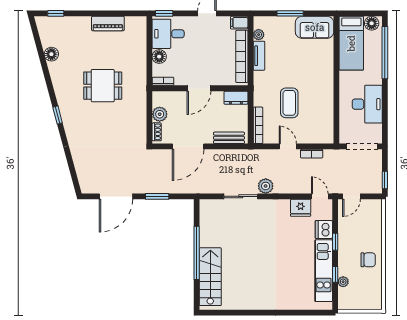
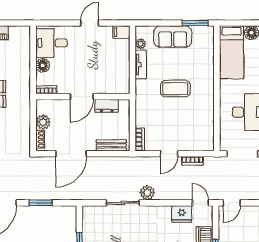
window: (164, 13) -> (48, 23), removed
window: (290, 13) -> (195, 23), moved
sofa: (315, 27) -> (173, 37), moved
bookcase: (242, 56) -> (124, 65), removed
dresser: (236, 98) -> (107, 106), moved
coffee table: (289, 103) -> (175, 89), moved, turned 90
bookcase: (258, 125) -> (140, 139), width x0.64
door: (288, 146) -> (169, 154), swing flipped

